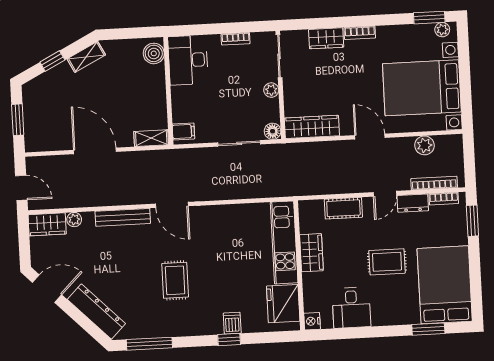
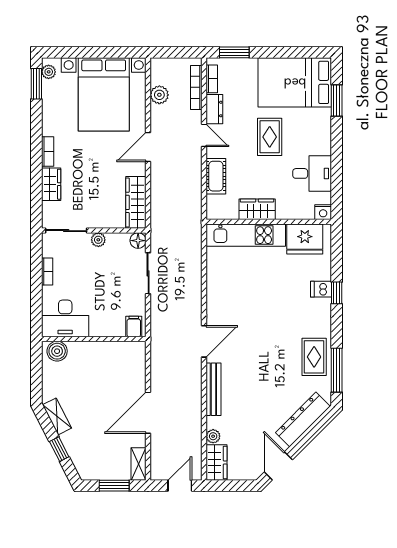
shelving: (151, 138) -> (139, 464), moved
rug: (175, 280) -> (314, 357), moved, turned 90

